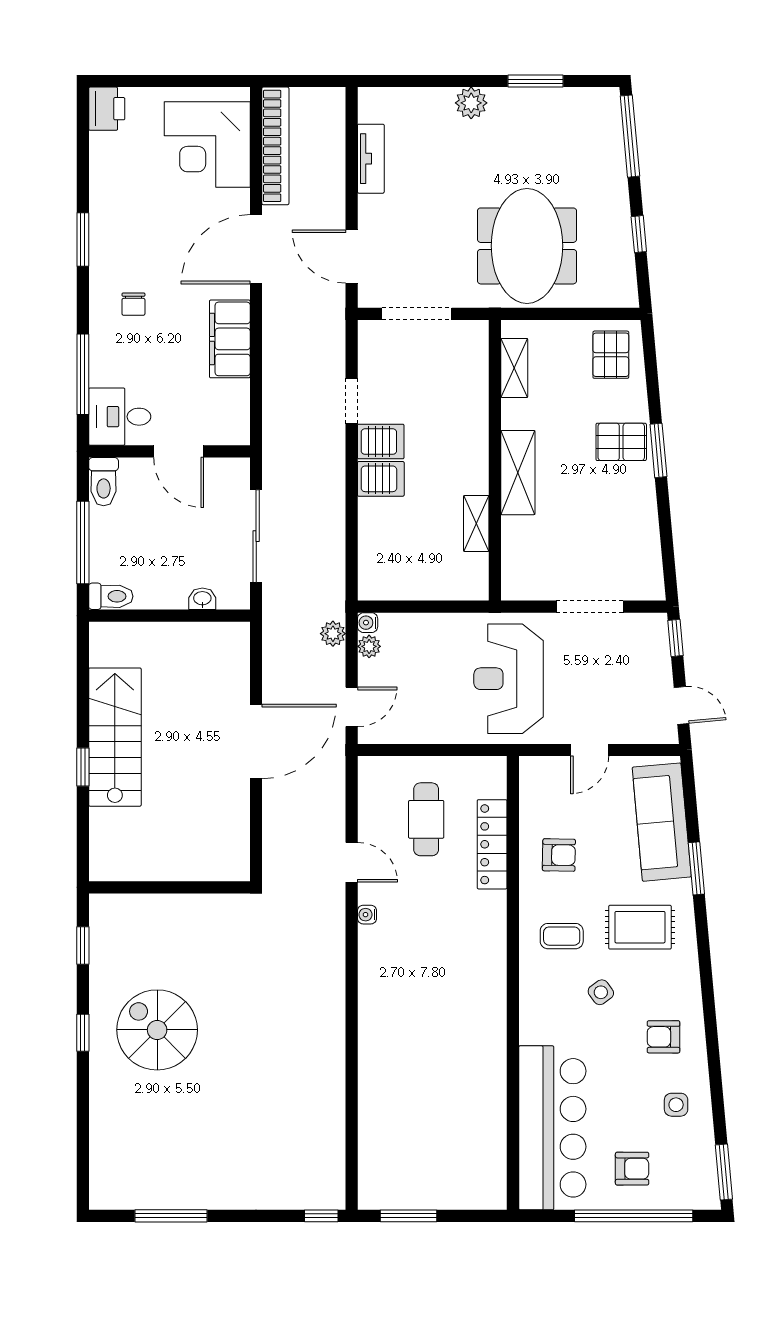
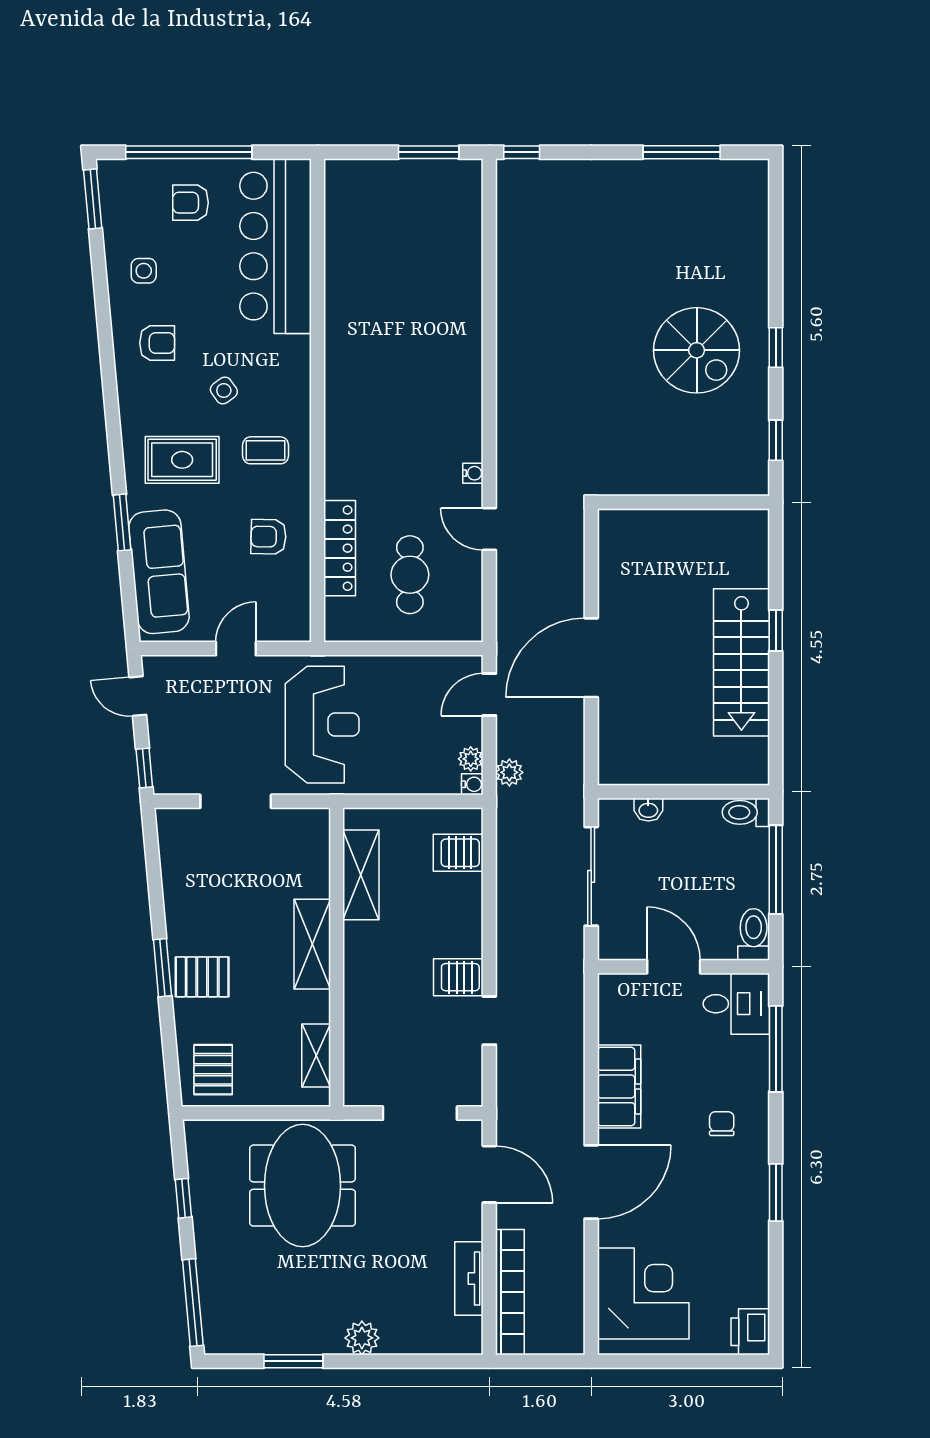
bookcase: (275, 146) -> (510, 1292), moved, turned 180
server rack: (381, 479) -> (458, 853), moved
shelving: (476, 523) -> (361, 875), width x1.50, depth x1.33

